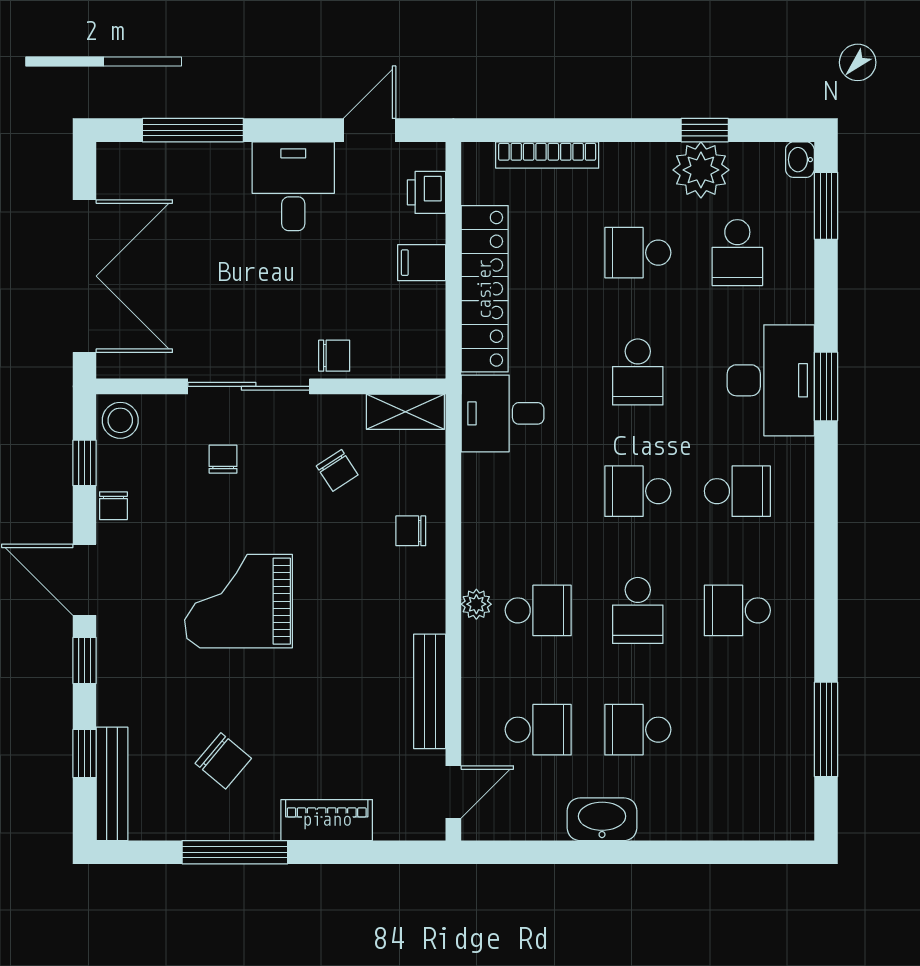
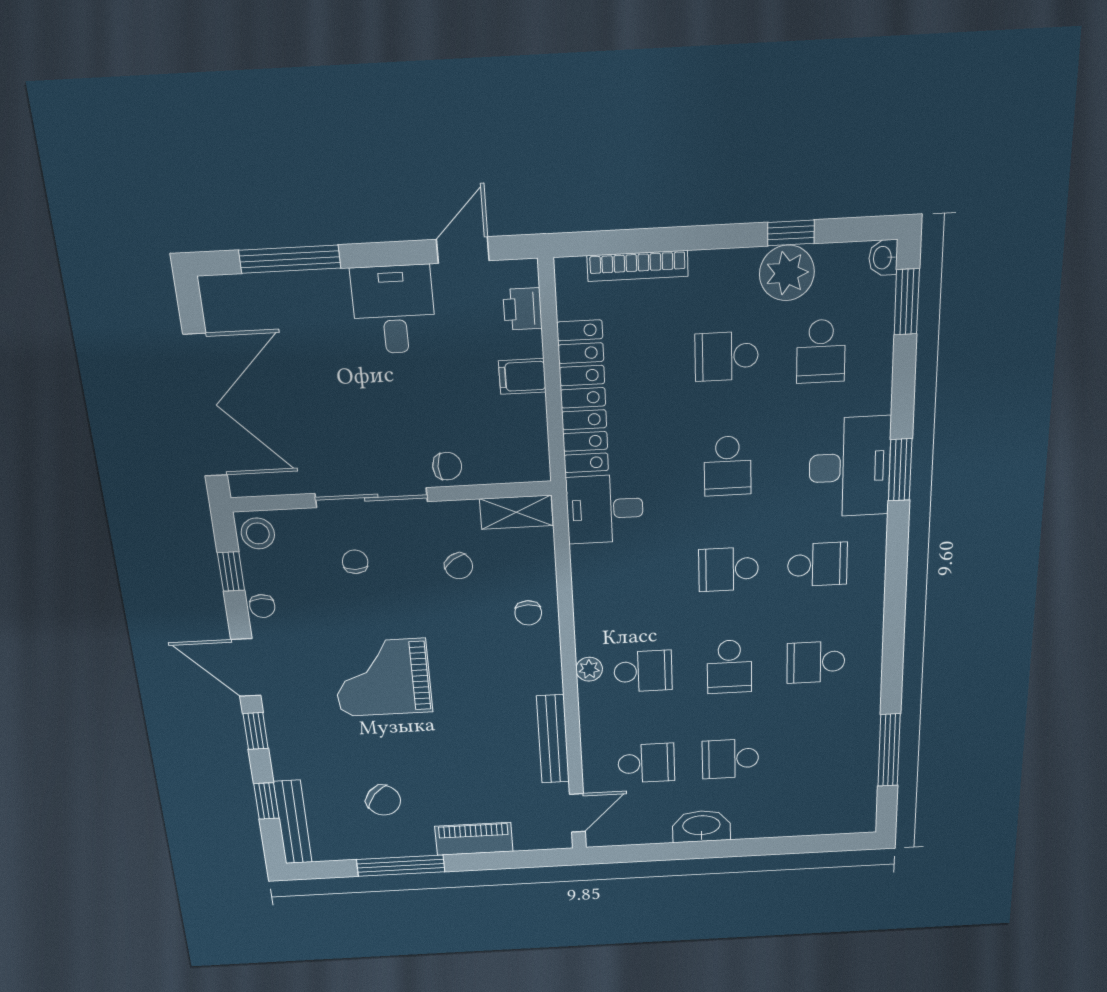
chair: (411, 531) -> (528, 613), turned -90

